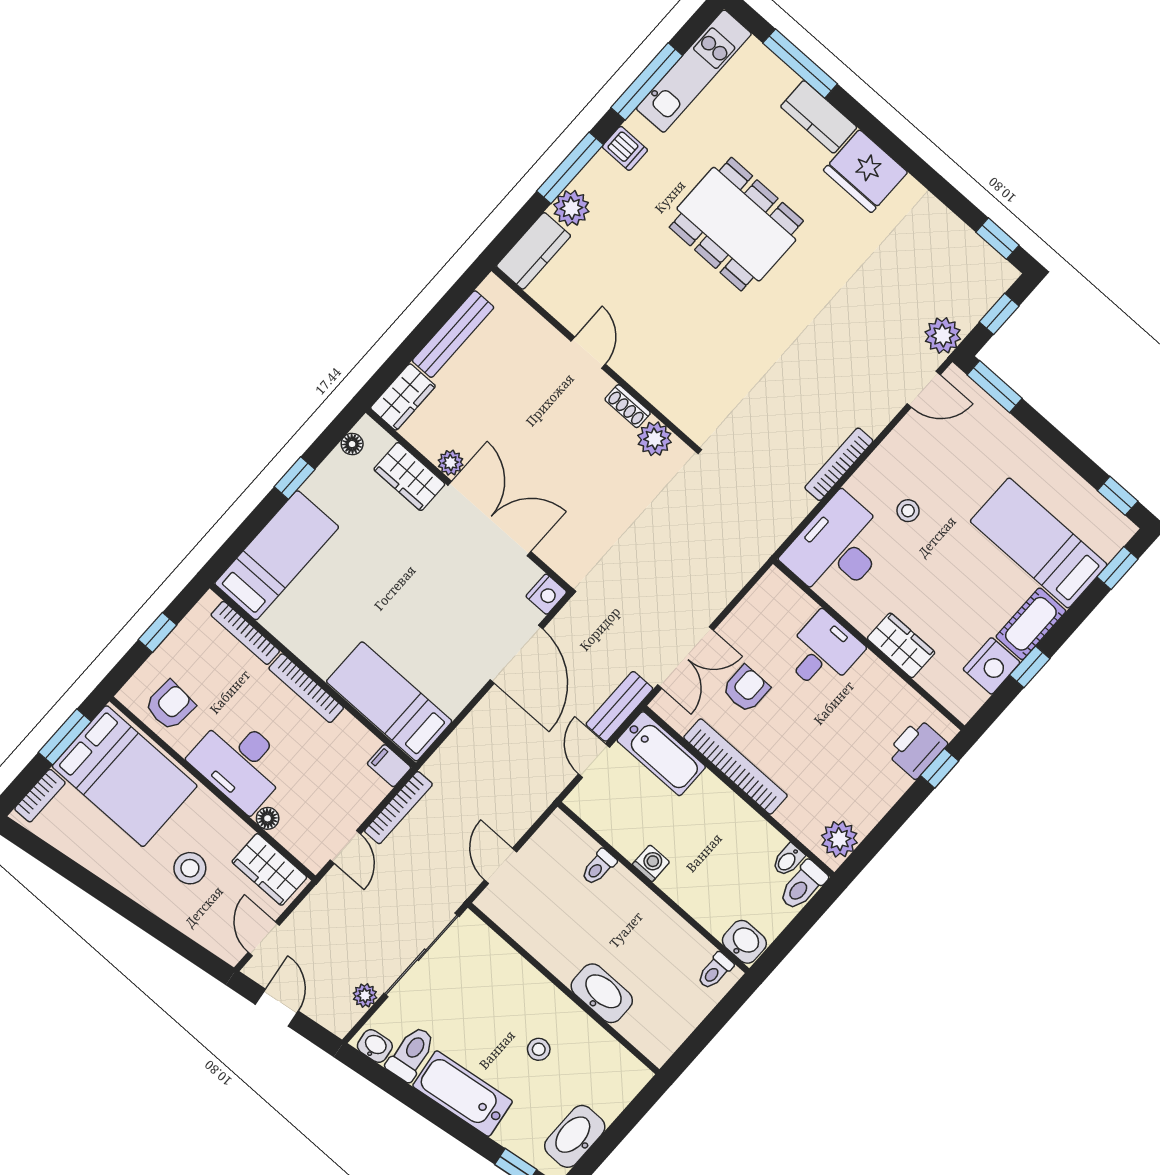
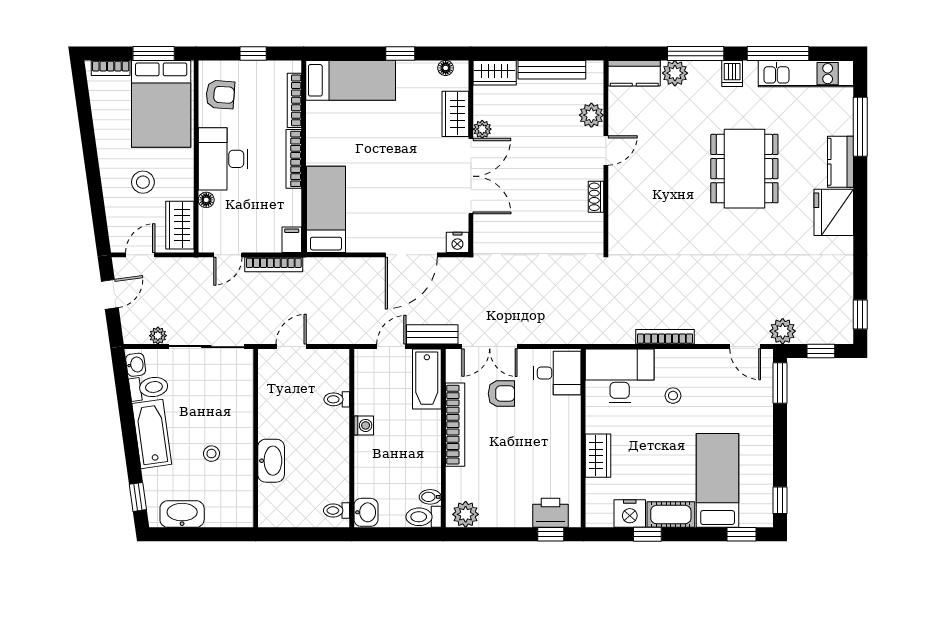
plant: (655, 439) -> (591, 115), moved
desk: (823, 652) -> (557, 373), moved

